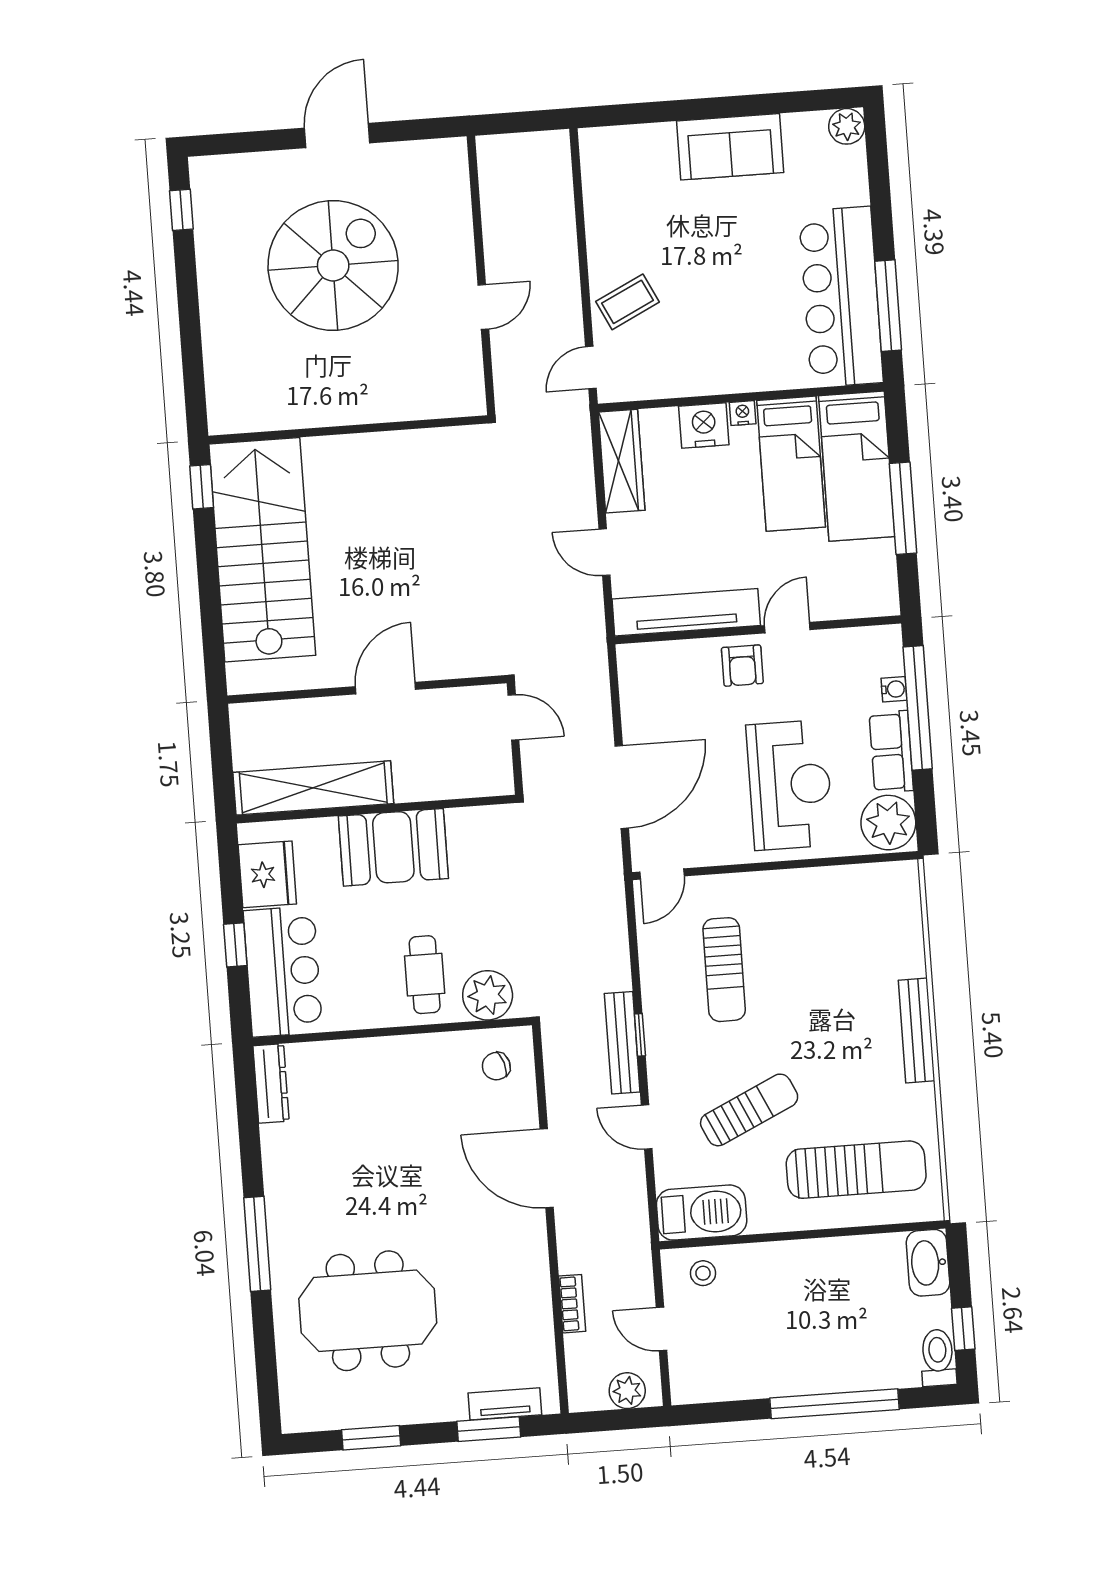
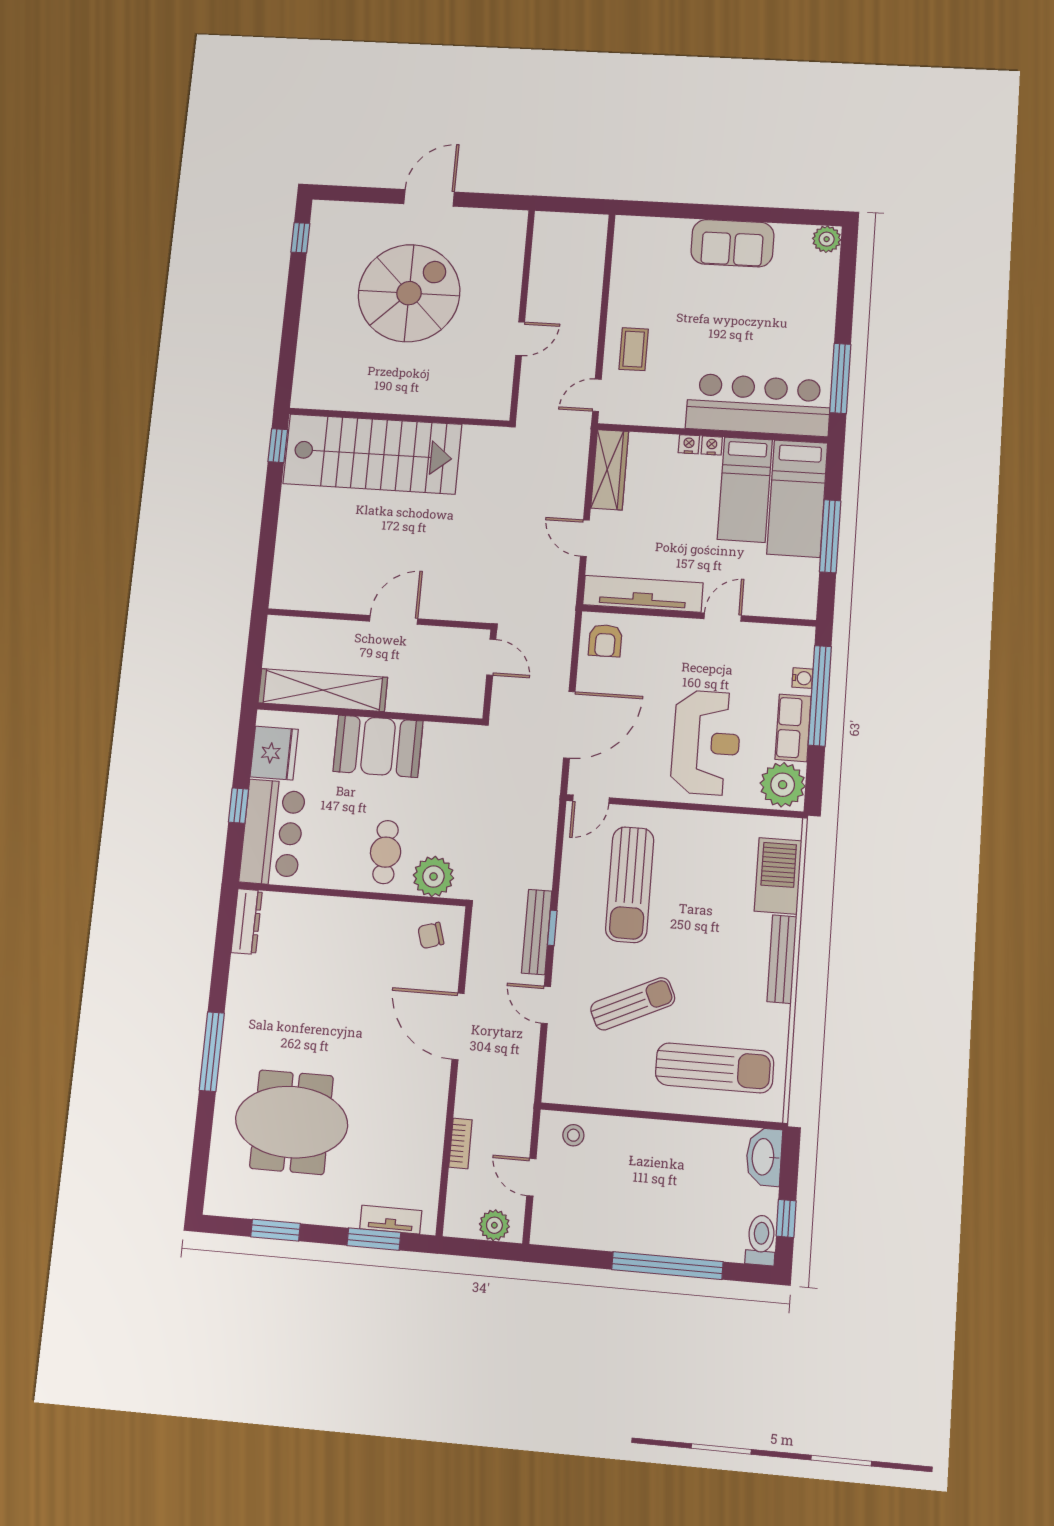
bar counter: (841, 297) -> (758, 405), moved, turned 90
coffee table: (627, 302) -> (634, 349), turned -64
nightstand: (704, 425) -> (689, 444), width x0.53, depth x0.56
stairs: (262, 550) -> (372, 454), moved, turned 90
armchair: (742, 666) -> (605, 641), moved
sun lounger: (724, 970) -> (630, 885), width x1.36, depth x1.34
barbecue: (702, 1213) -> (778, 876), moved, turned -90

